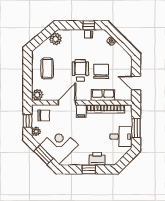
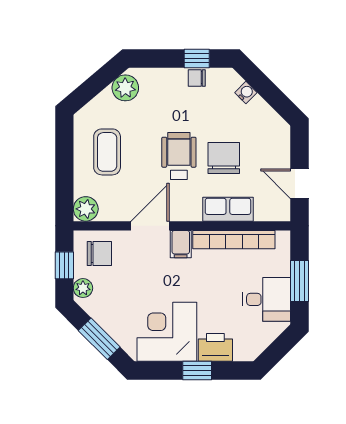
corner desk: (59, 145) -> (167, 332), moved, turned -45

